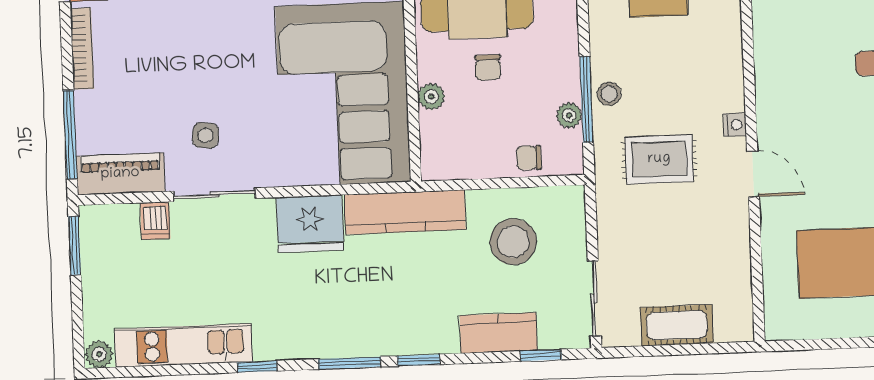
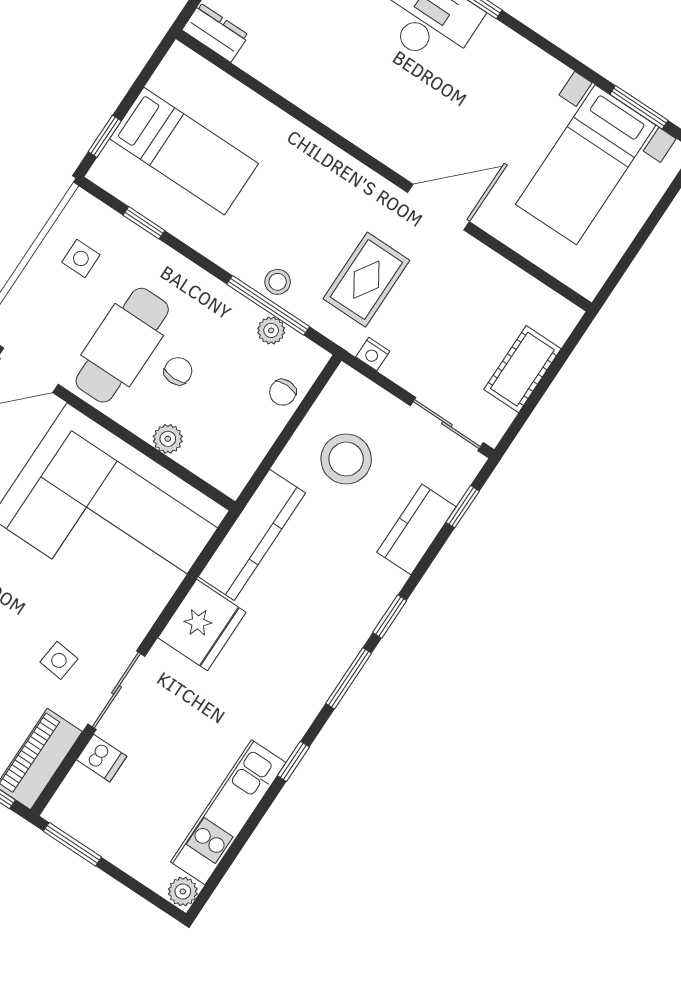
chair: (488, 67) -> (178, 371), turned -90
nightstand: (735, 125) -> (373, 354), moved, turned 180
door: (753, 174) -> (438, 207), width x1.38

